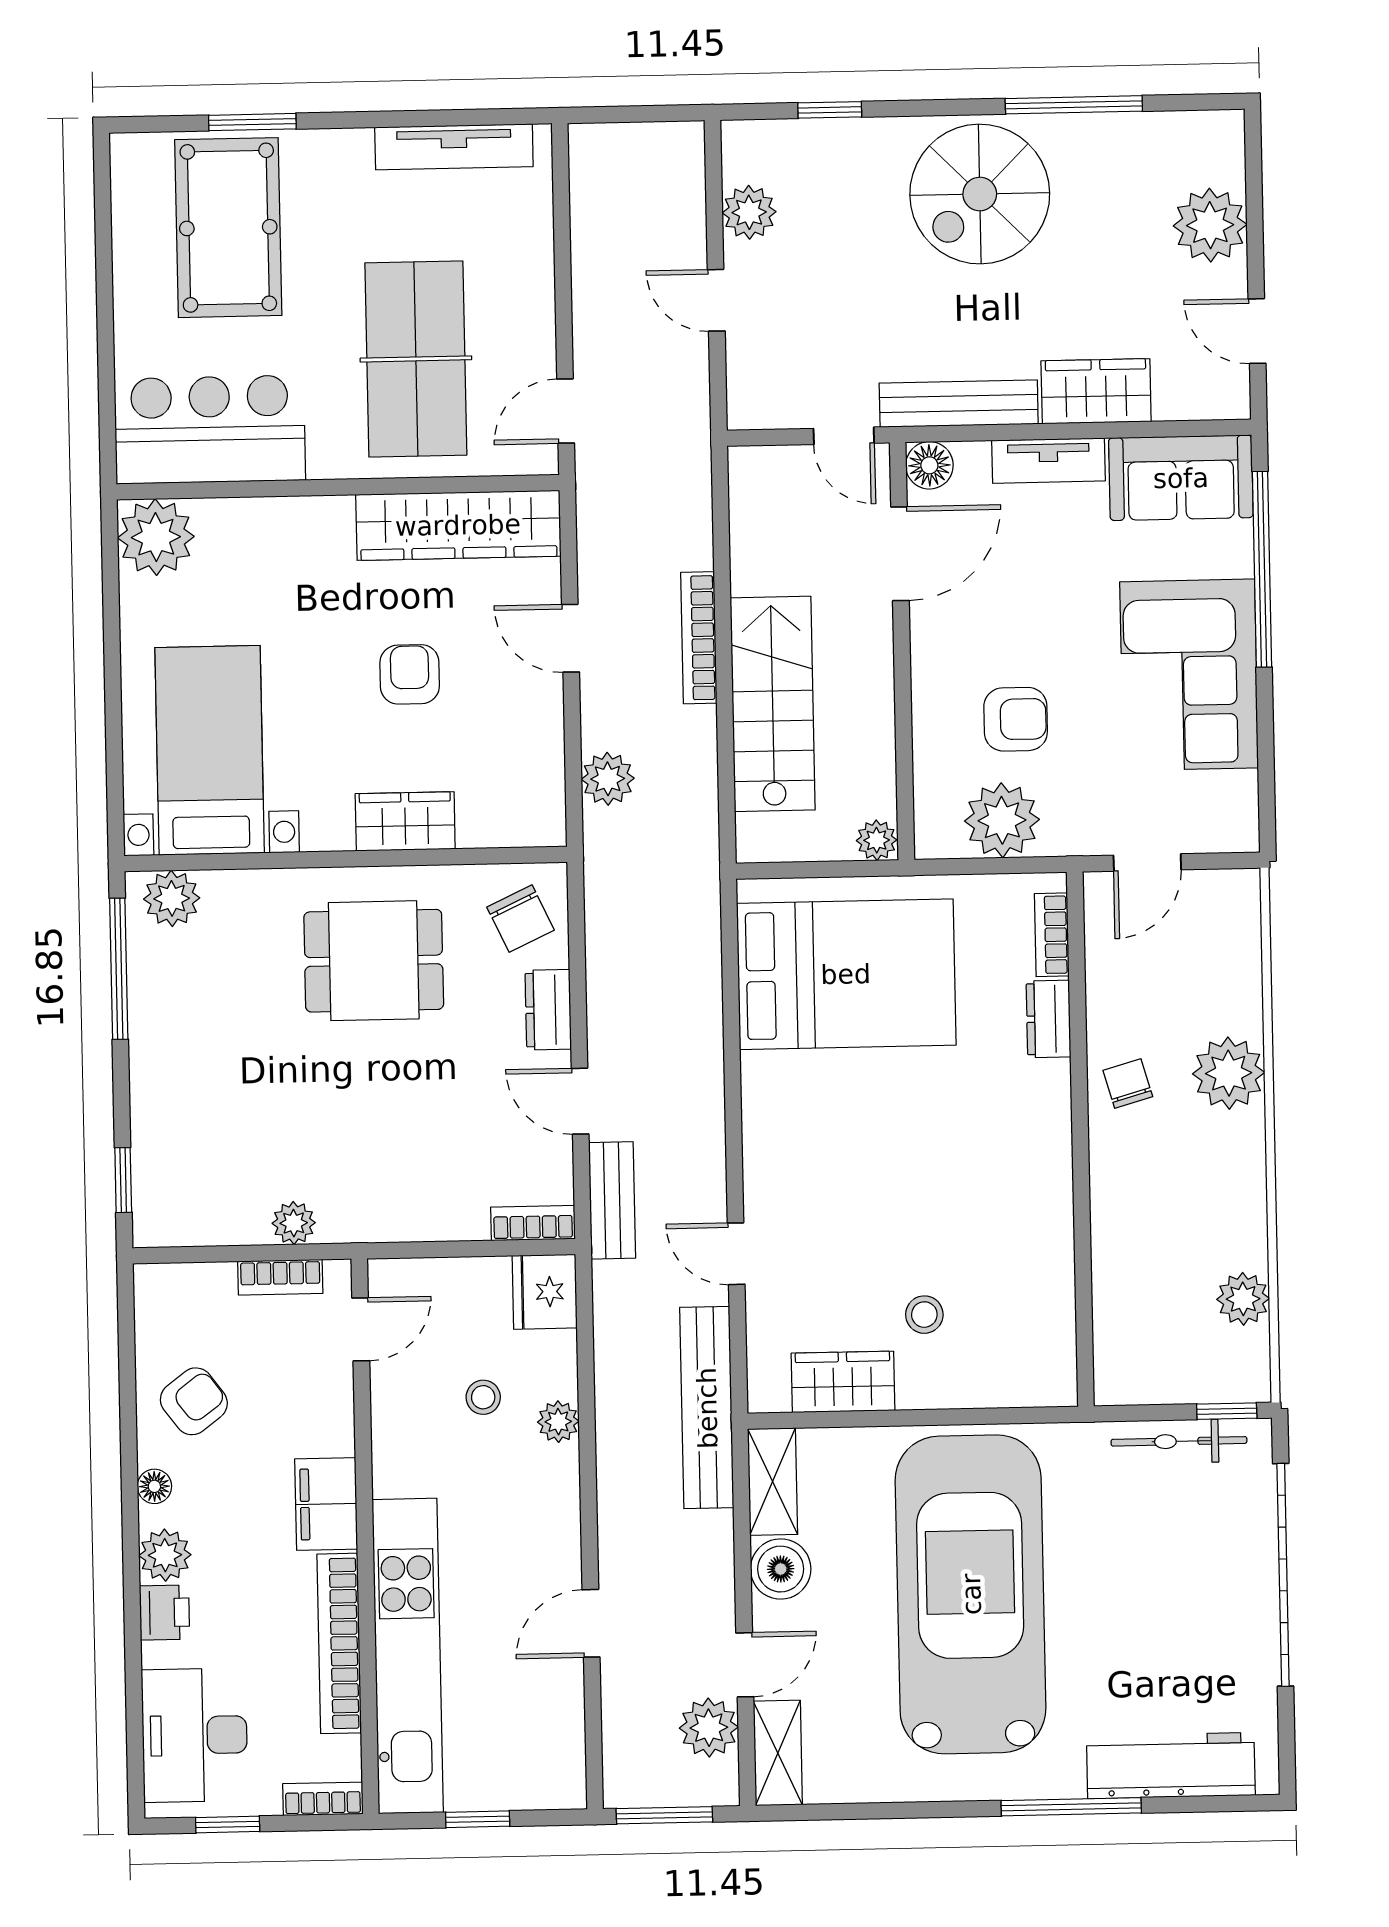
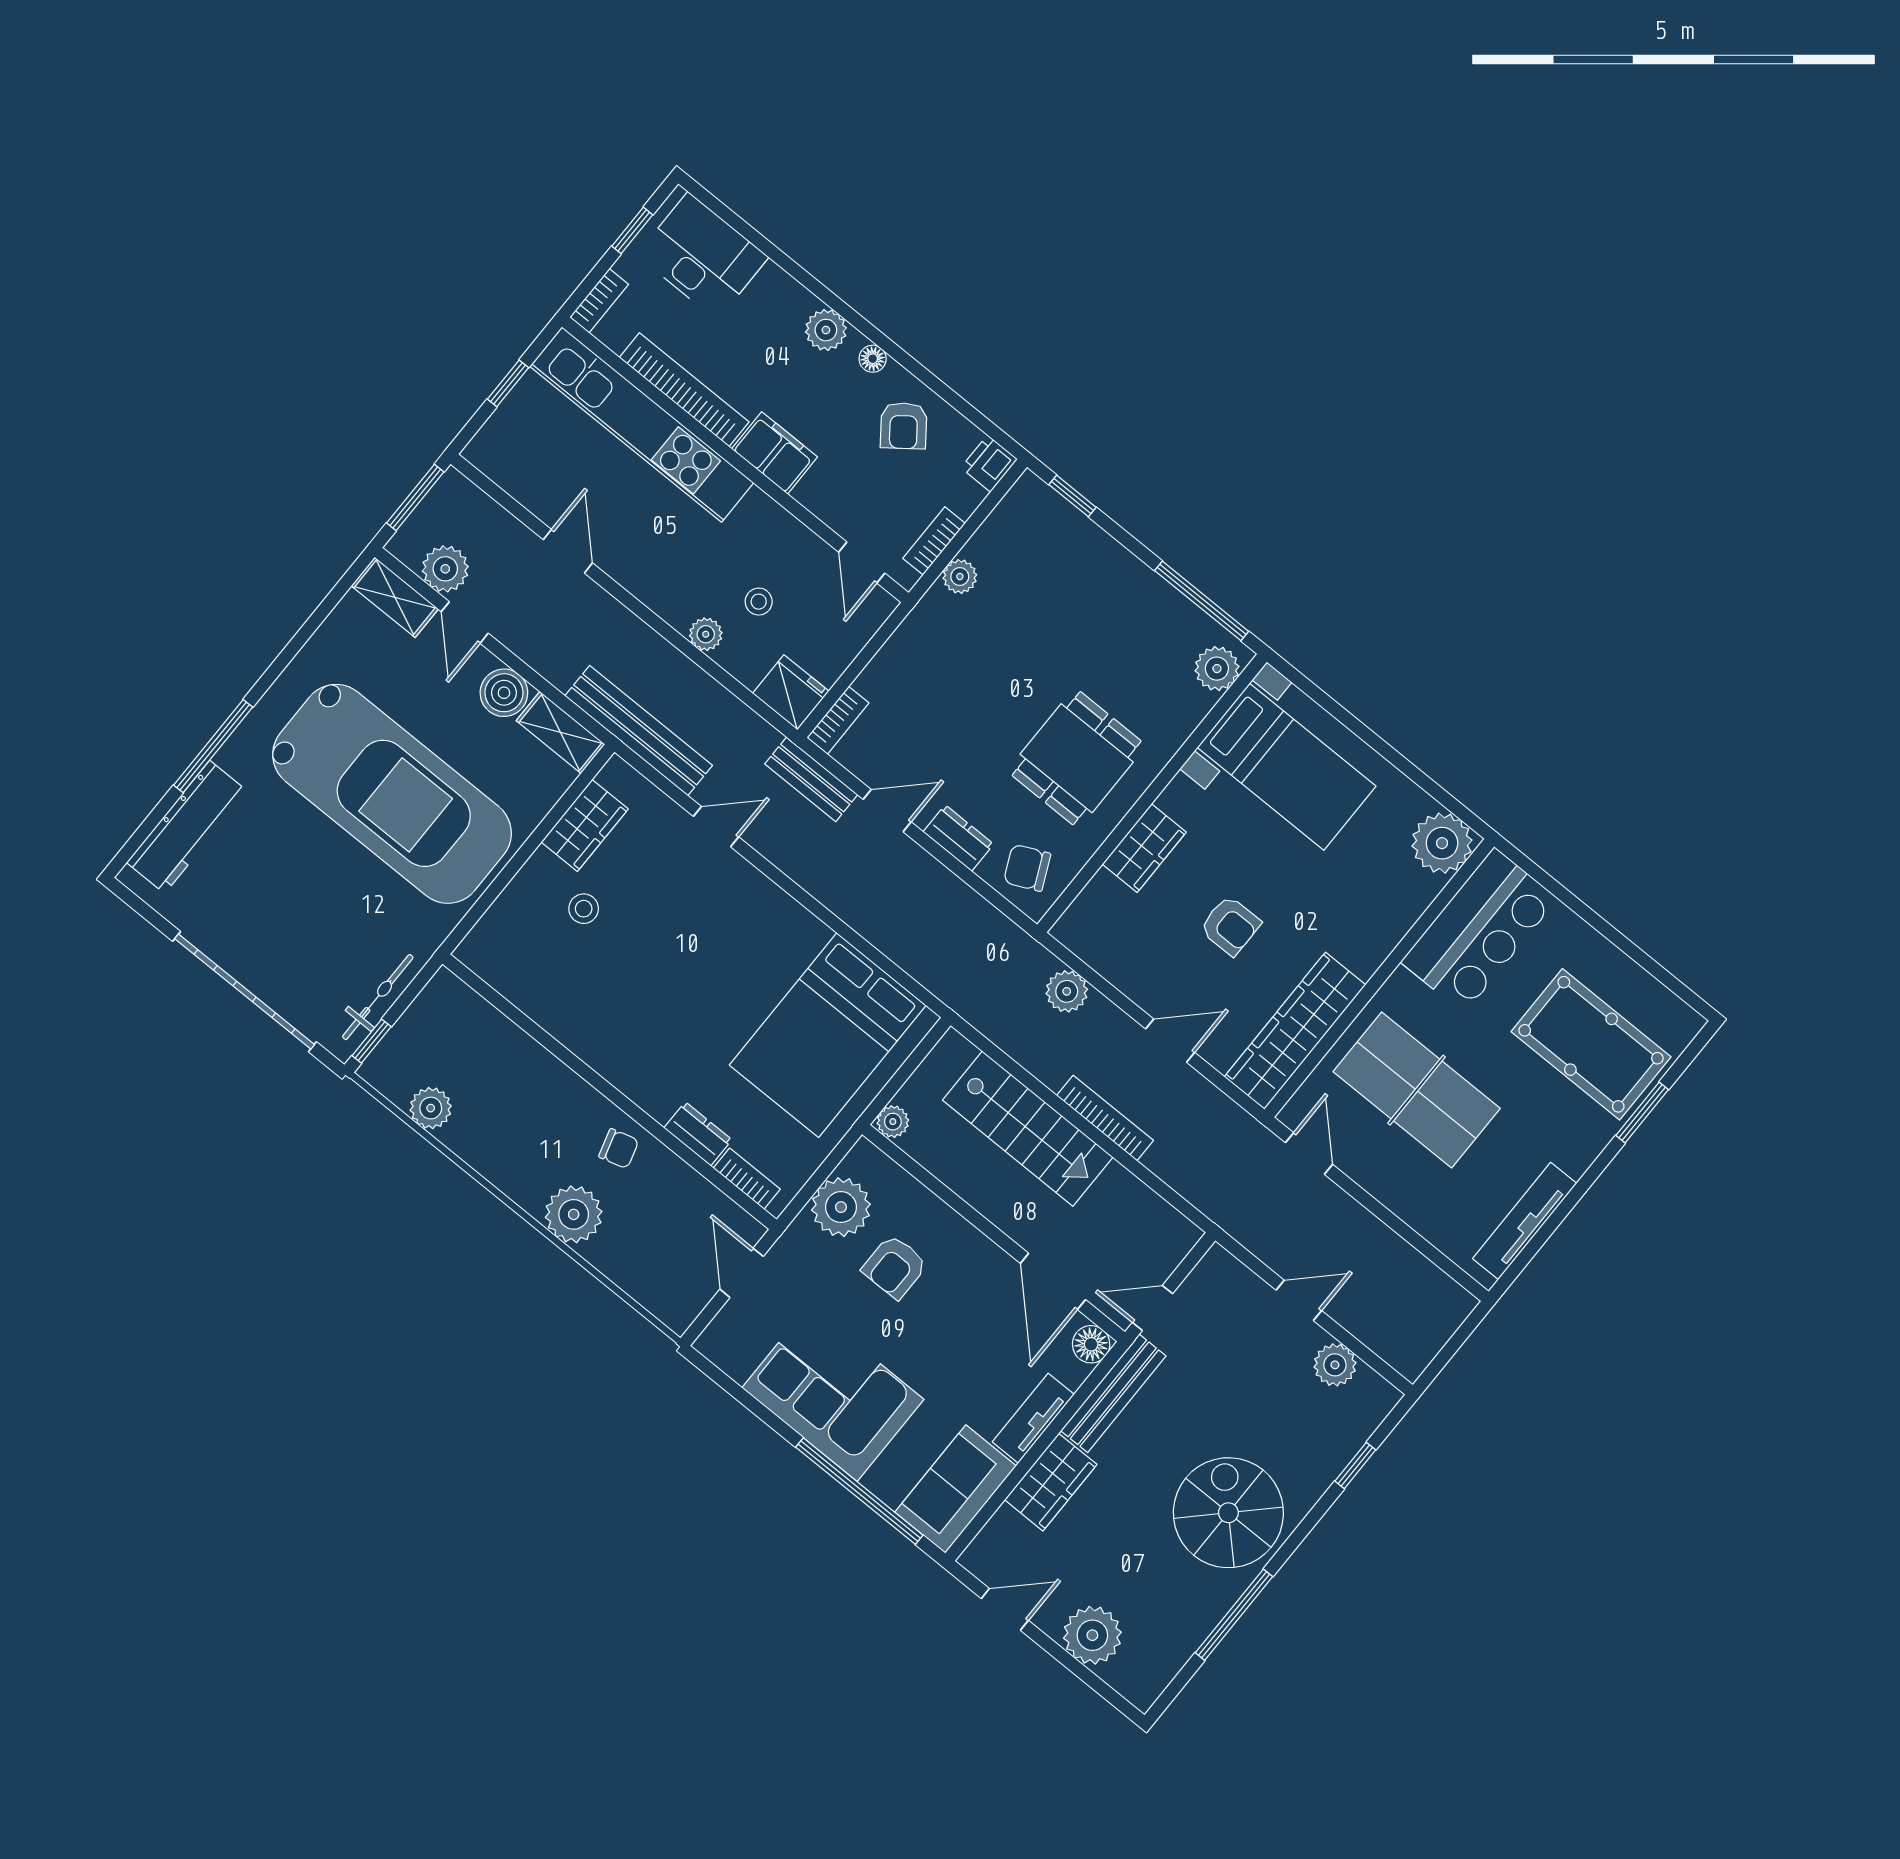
printer: (165, 1613) -> (989, 463), moved, turned 90

